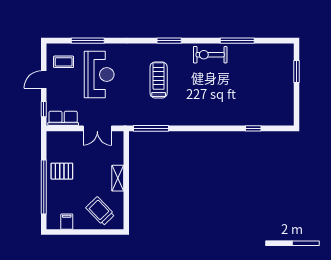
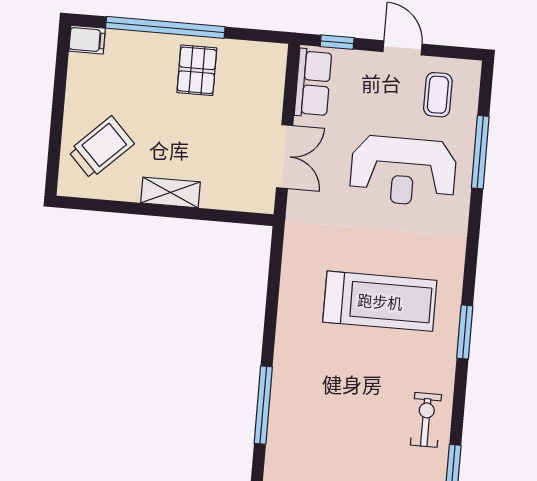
exercise bike: (210, 55) -> (426, 420), width x0.73, depth x0.72
treadmill: (159, 80) -> (380, 301), width x1.37, depth x1.38
double door: (97, 128) -> (285, 157), swing flipped
window: (151, 128) -> (263, 405), moved
filing cabinet: (67, 222) -> (87, 40), moved

